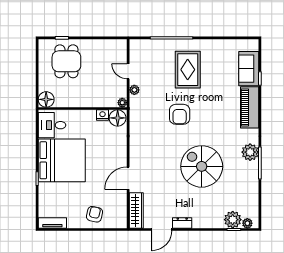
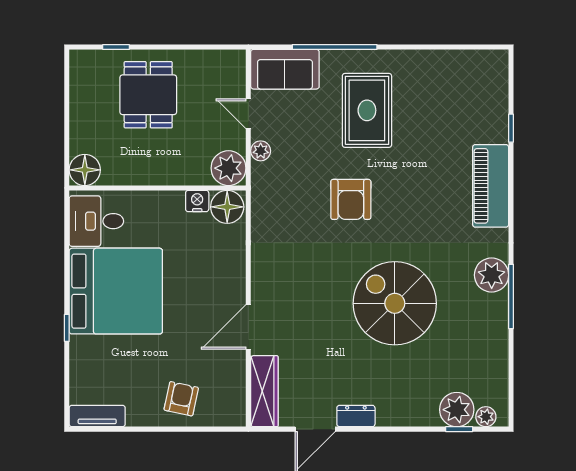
dining table: (66, 61) -> (148, 95), moved
sofa: (249, 69) -> (285, 69), moved, turned -90
plant: (122, 103) -> (228, 168), width x1.88, depth x1.88

